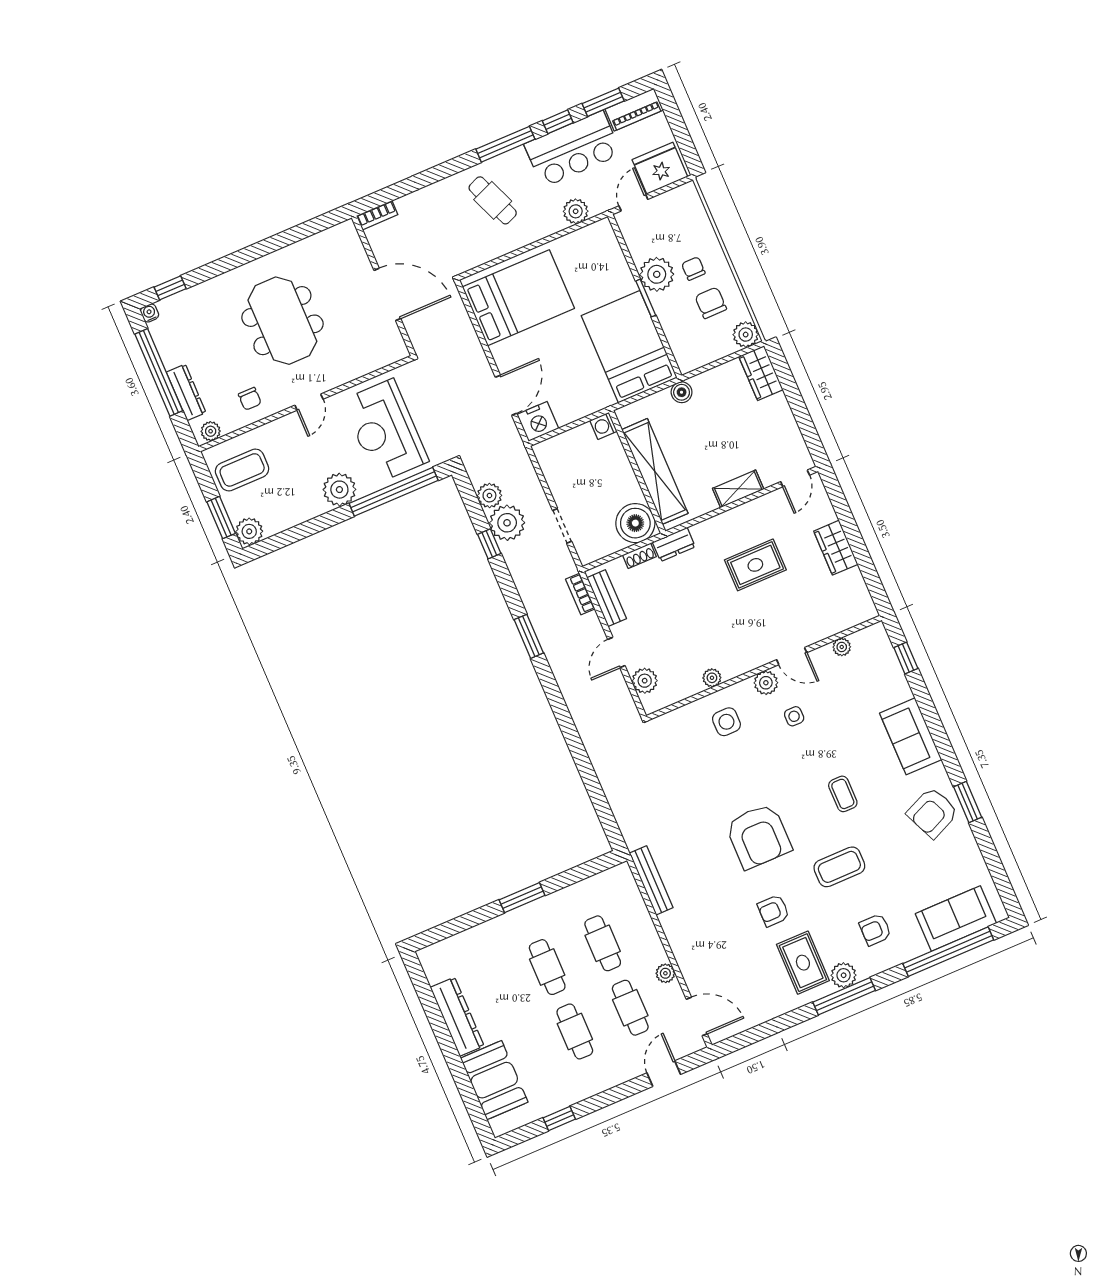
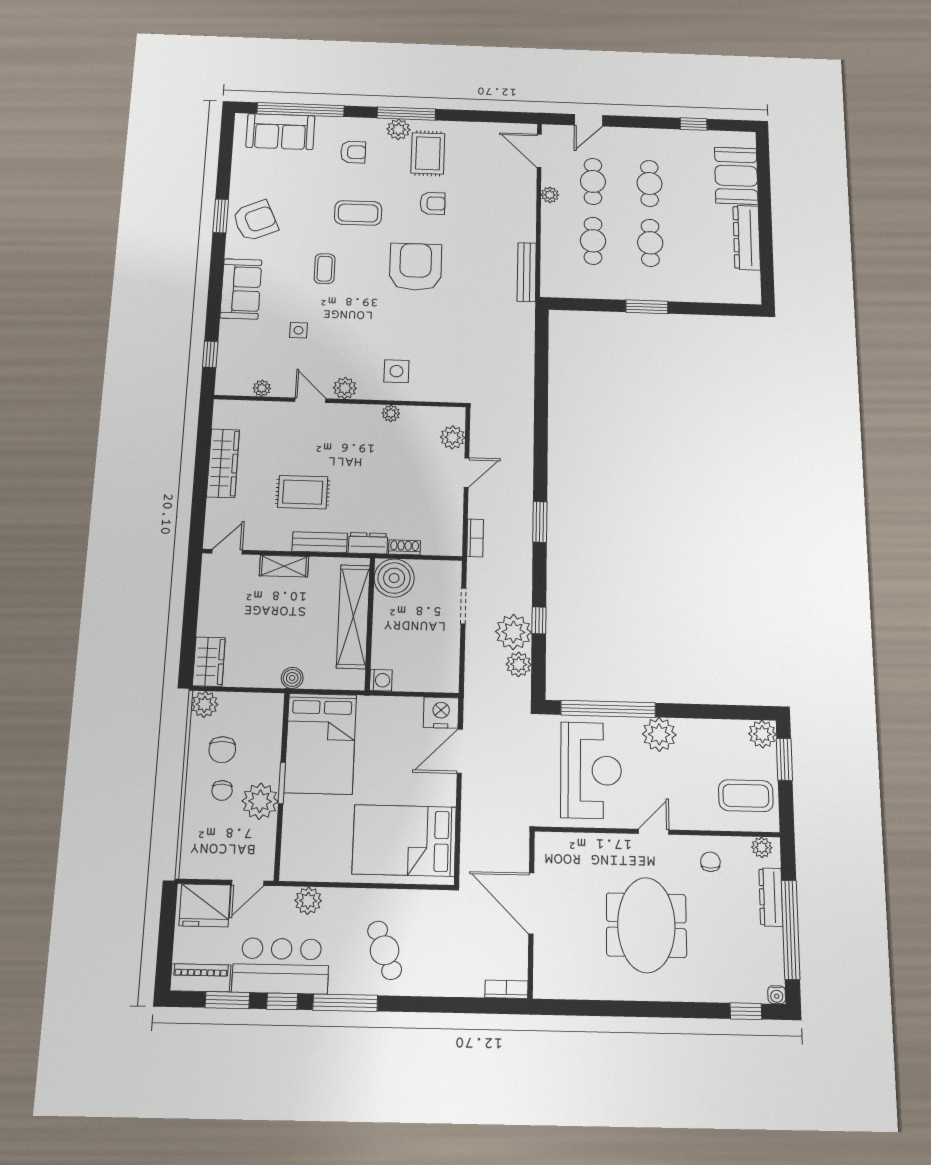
wardrobe: (836, 548) -> (223, 463), width x1.50
bench: (607, 598) -> (320, 542), moved, turned 90
side table: (794, 716) -> (299, 330), moved

